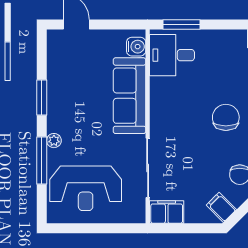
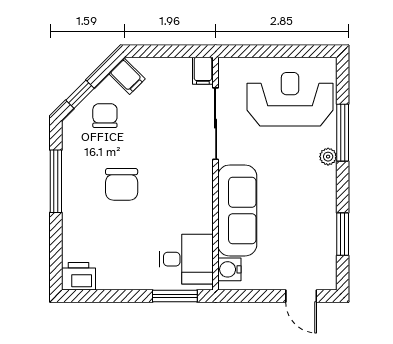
window: (42, 97) -> (343, 234), moved
filing cabinet: (167, 212) -> (203, 71), width x0.50

